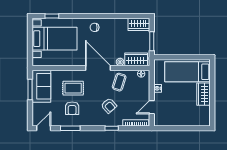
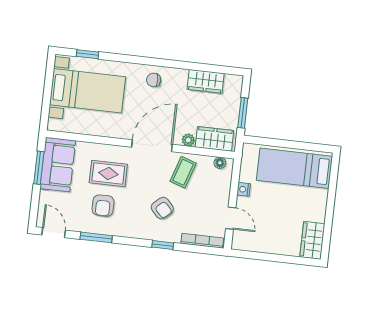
wardrobe: (139, 24) -> (206, 81), moved
door: (98, 68) -> (152, 146), hinge flipped
wardrobe: (204, 94) -> (312, 240), moved
door: (152, 107) -> (231, 218), swing flipped
door: (44, 128) -> (54, 233), hinge flipped

